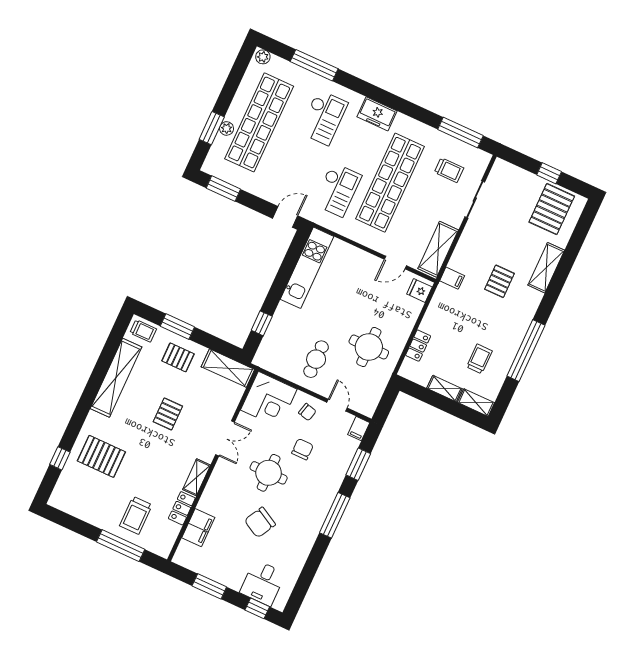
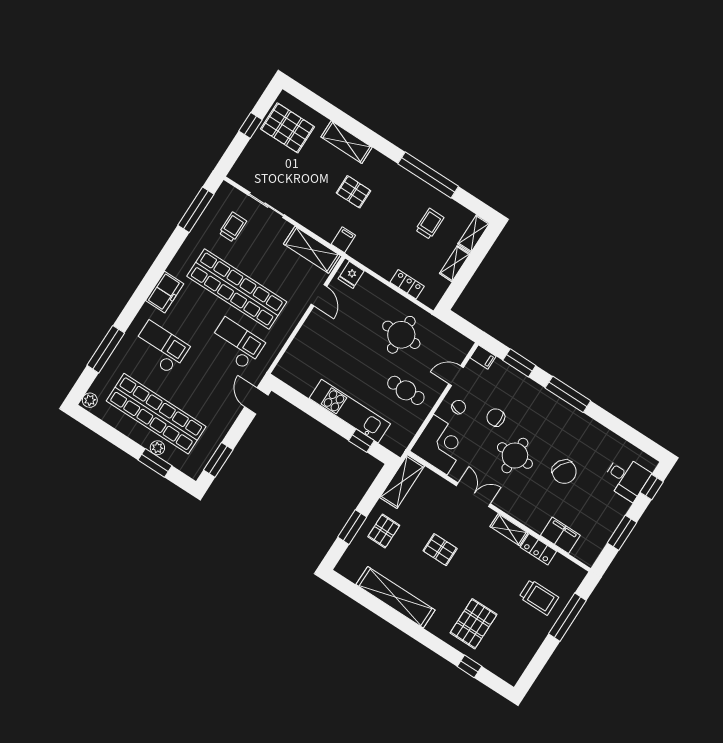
kitchen unit: (307, 268) -> (350, 411), moved
trolley: (143, 331) -> (352, 563), removed
trolley: (479, 359) -> (430, 224), turned 90

